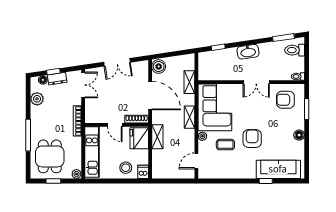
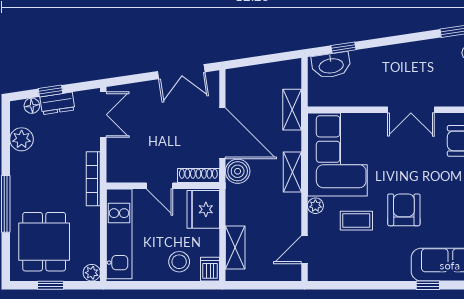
washbasin: (248, 52) -> (331, 65), moved
double door: (117, 62) -> (181, 72), moved
boiler: (159, 66) -> (238, 171), moved
shelving: (157, 137) -> (235, 248), moved

